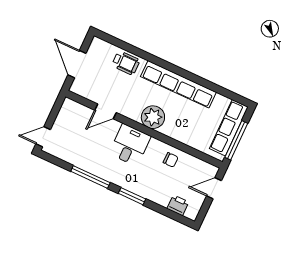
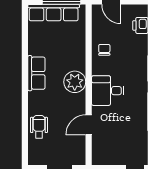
row of seats: (178, 84) -> (36, 73), width x0.50
door: (105, 111) -> (89, 125), swing flipped

